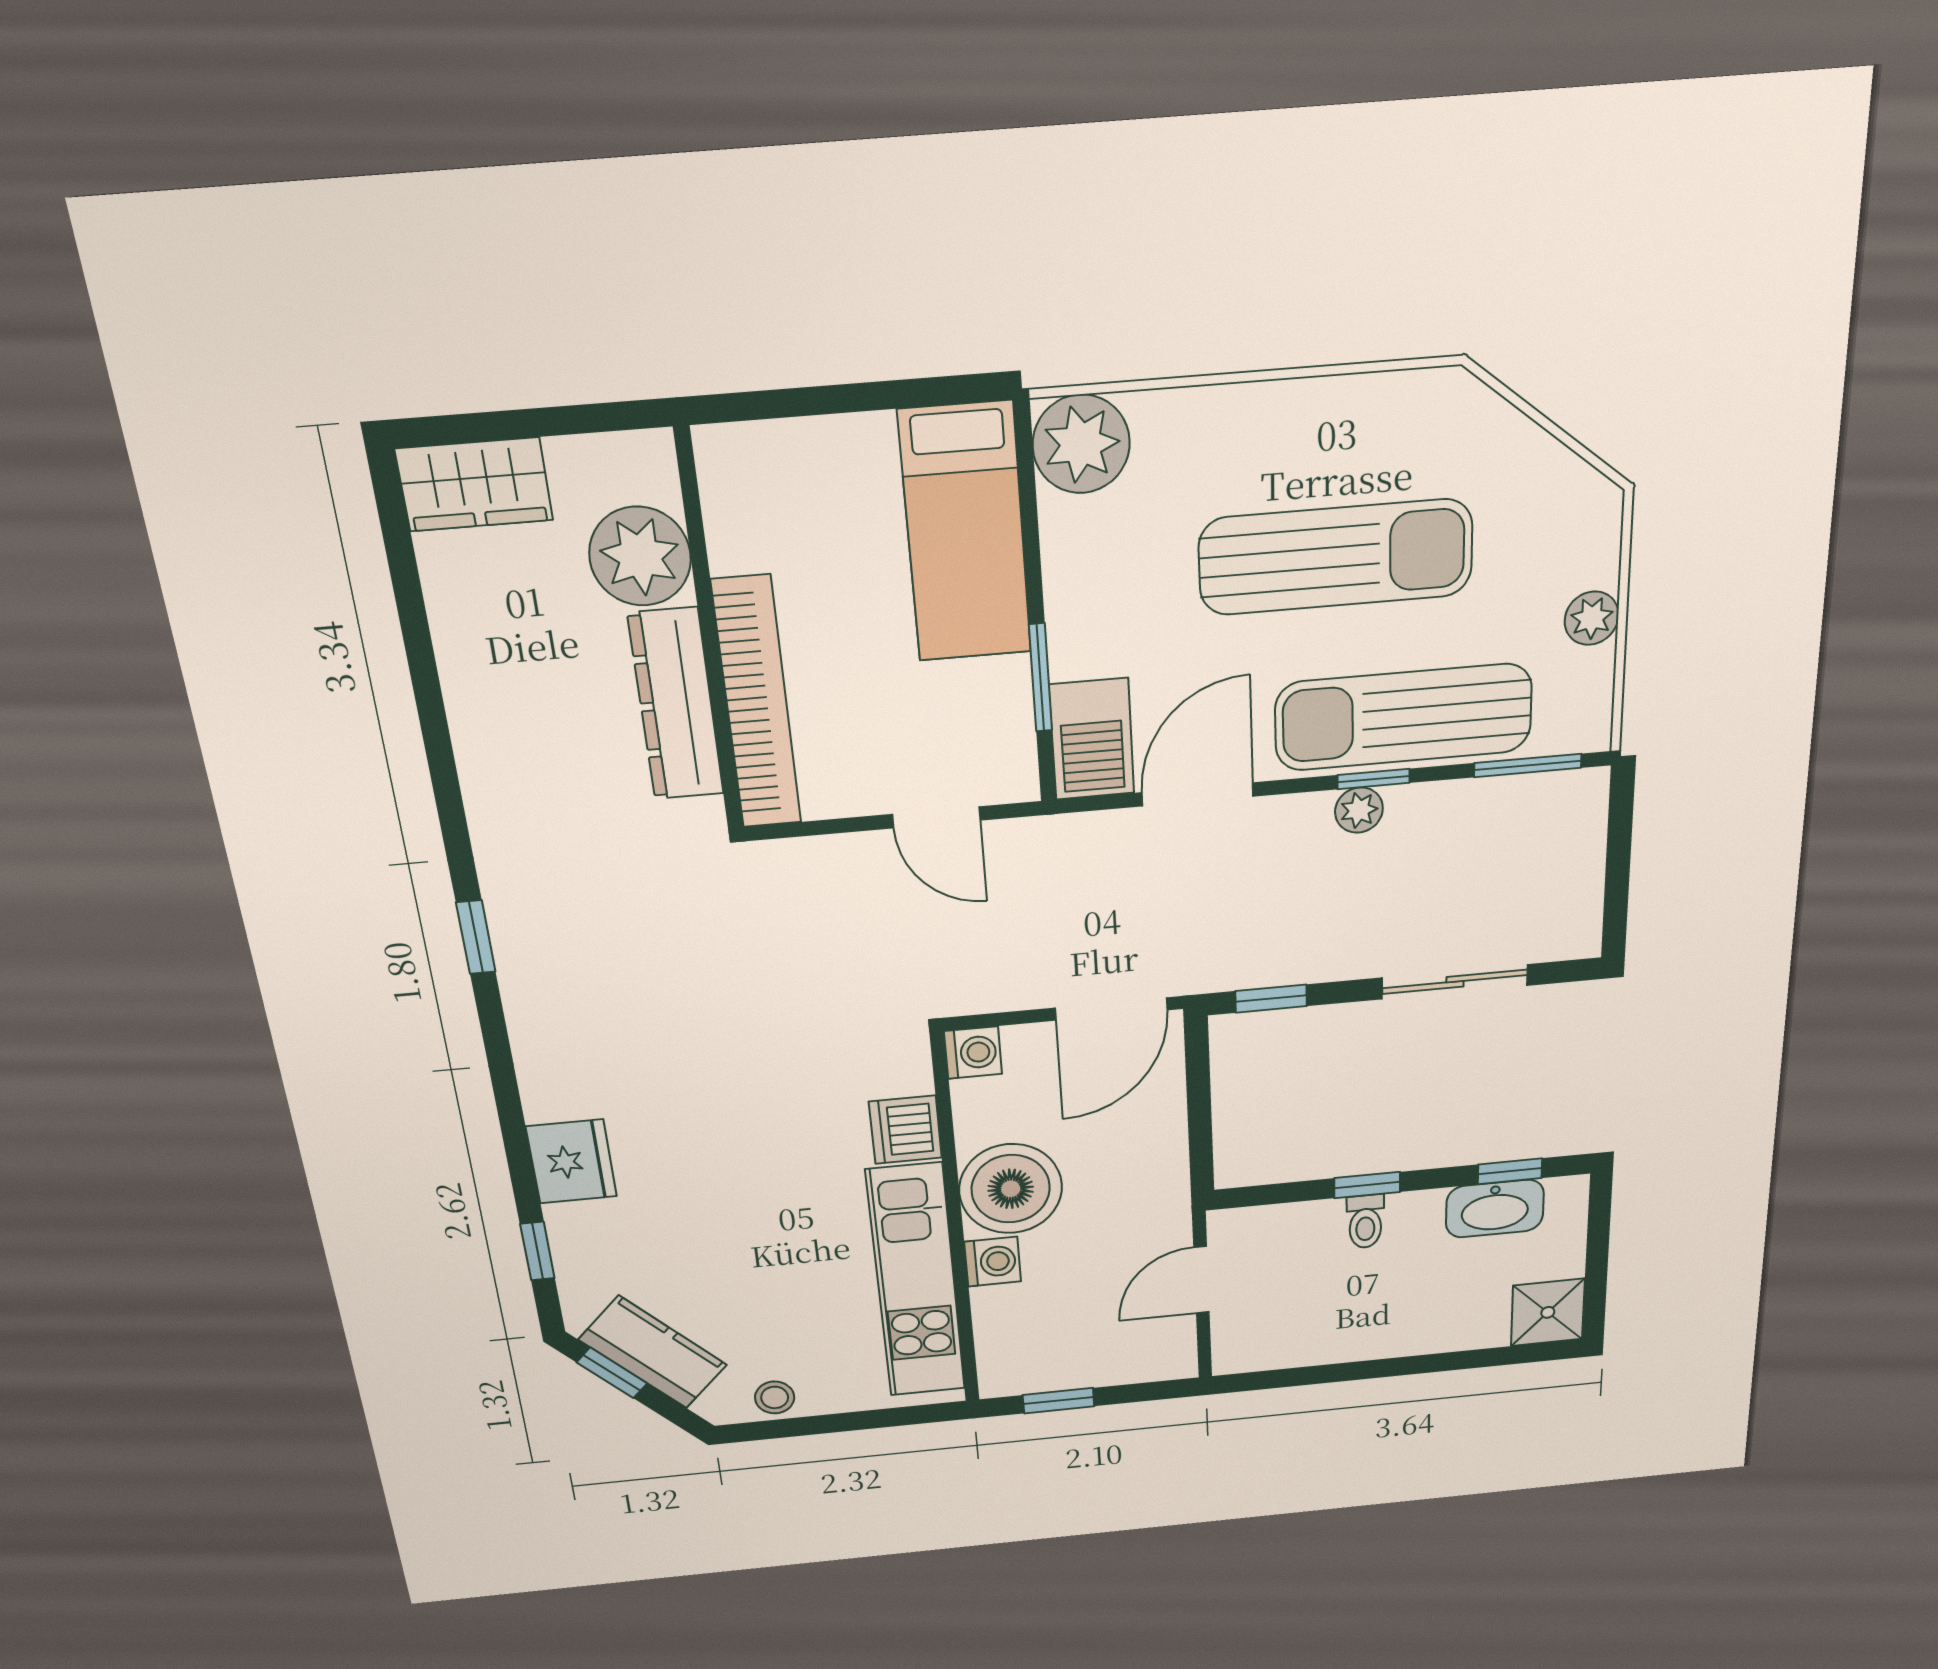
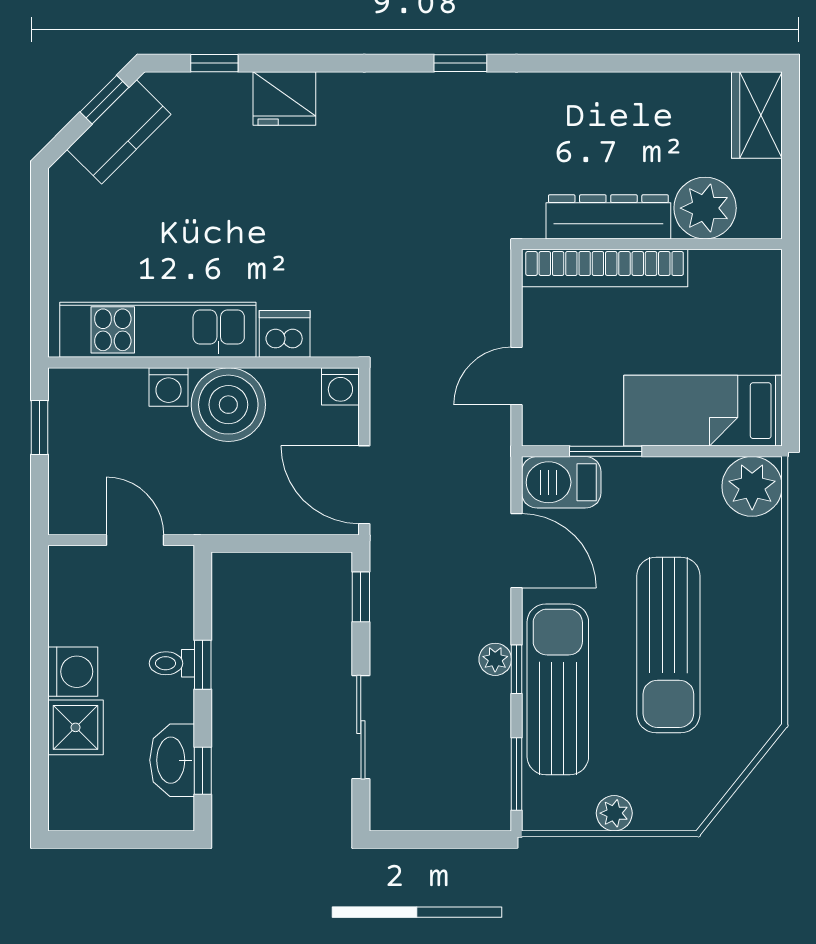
shower: (1548, 1312) -> (76, 727), moved
washing machine: (1376, 1332) -> (73, 672), added
stool: (775, 1397) -> (68, 215), removed

